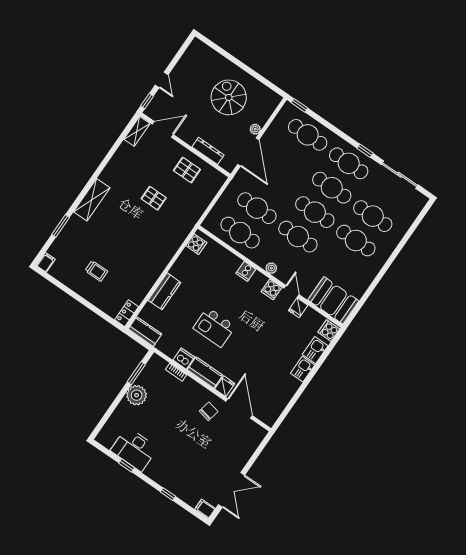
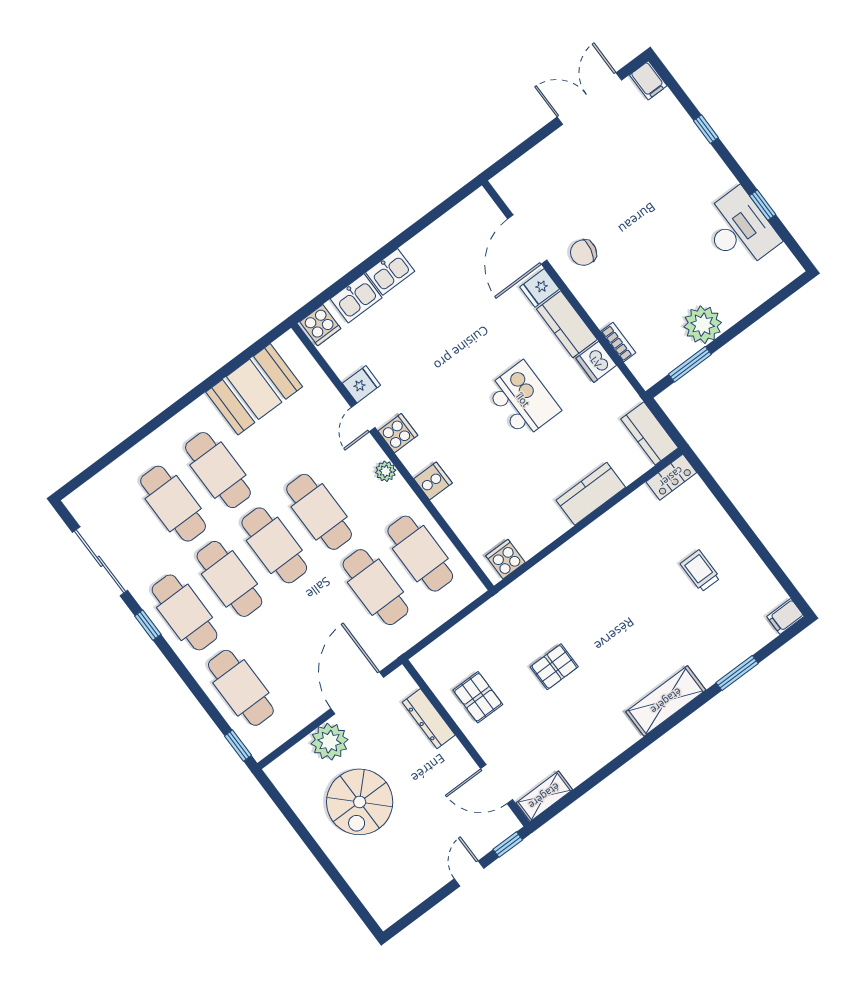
plant: (255, 129) -> (330, 742), width x1.88, depth x1.88
pallet: (154, 198) -> (554, 667), turned 90
booth: (333, 300) -> (254, 389), moved, turned 90

